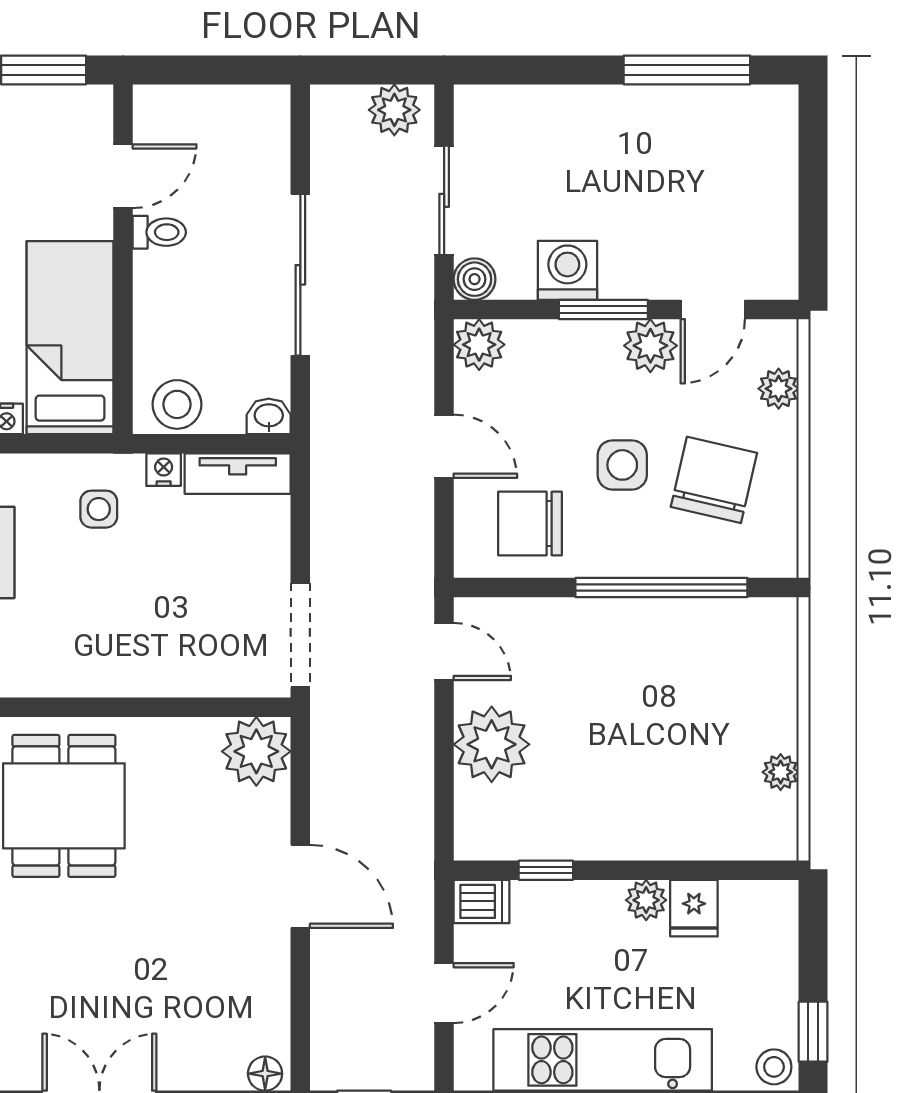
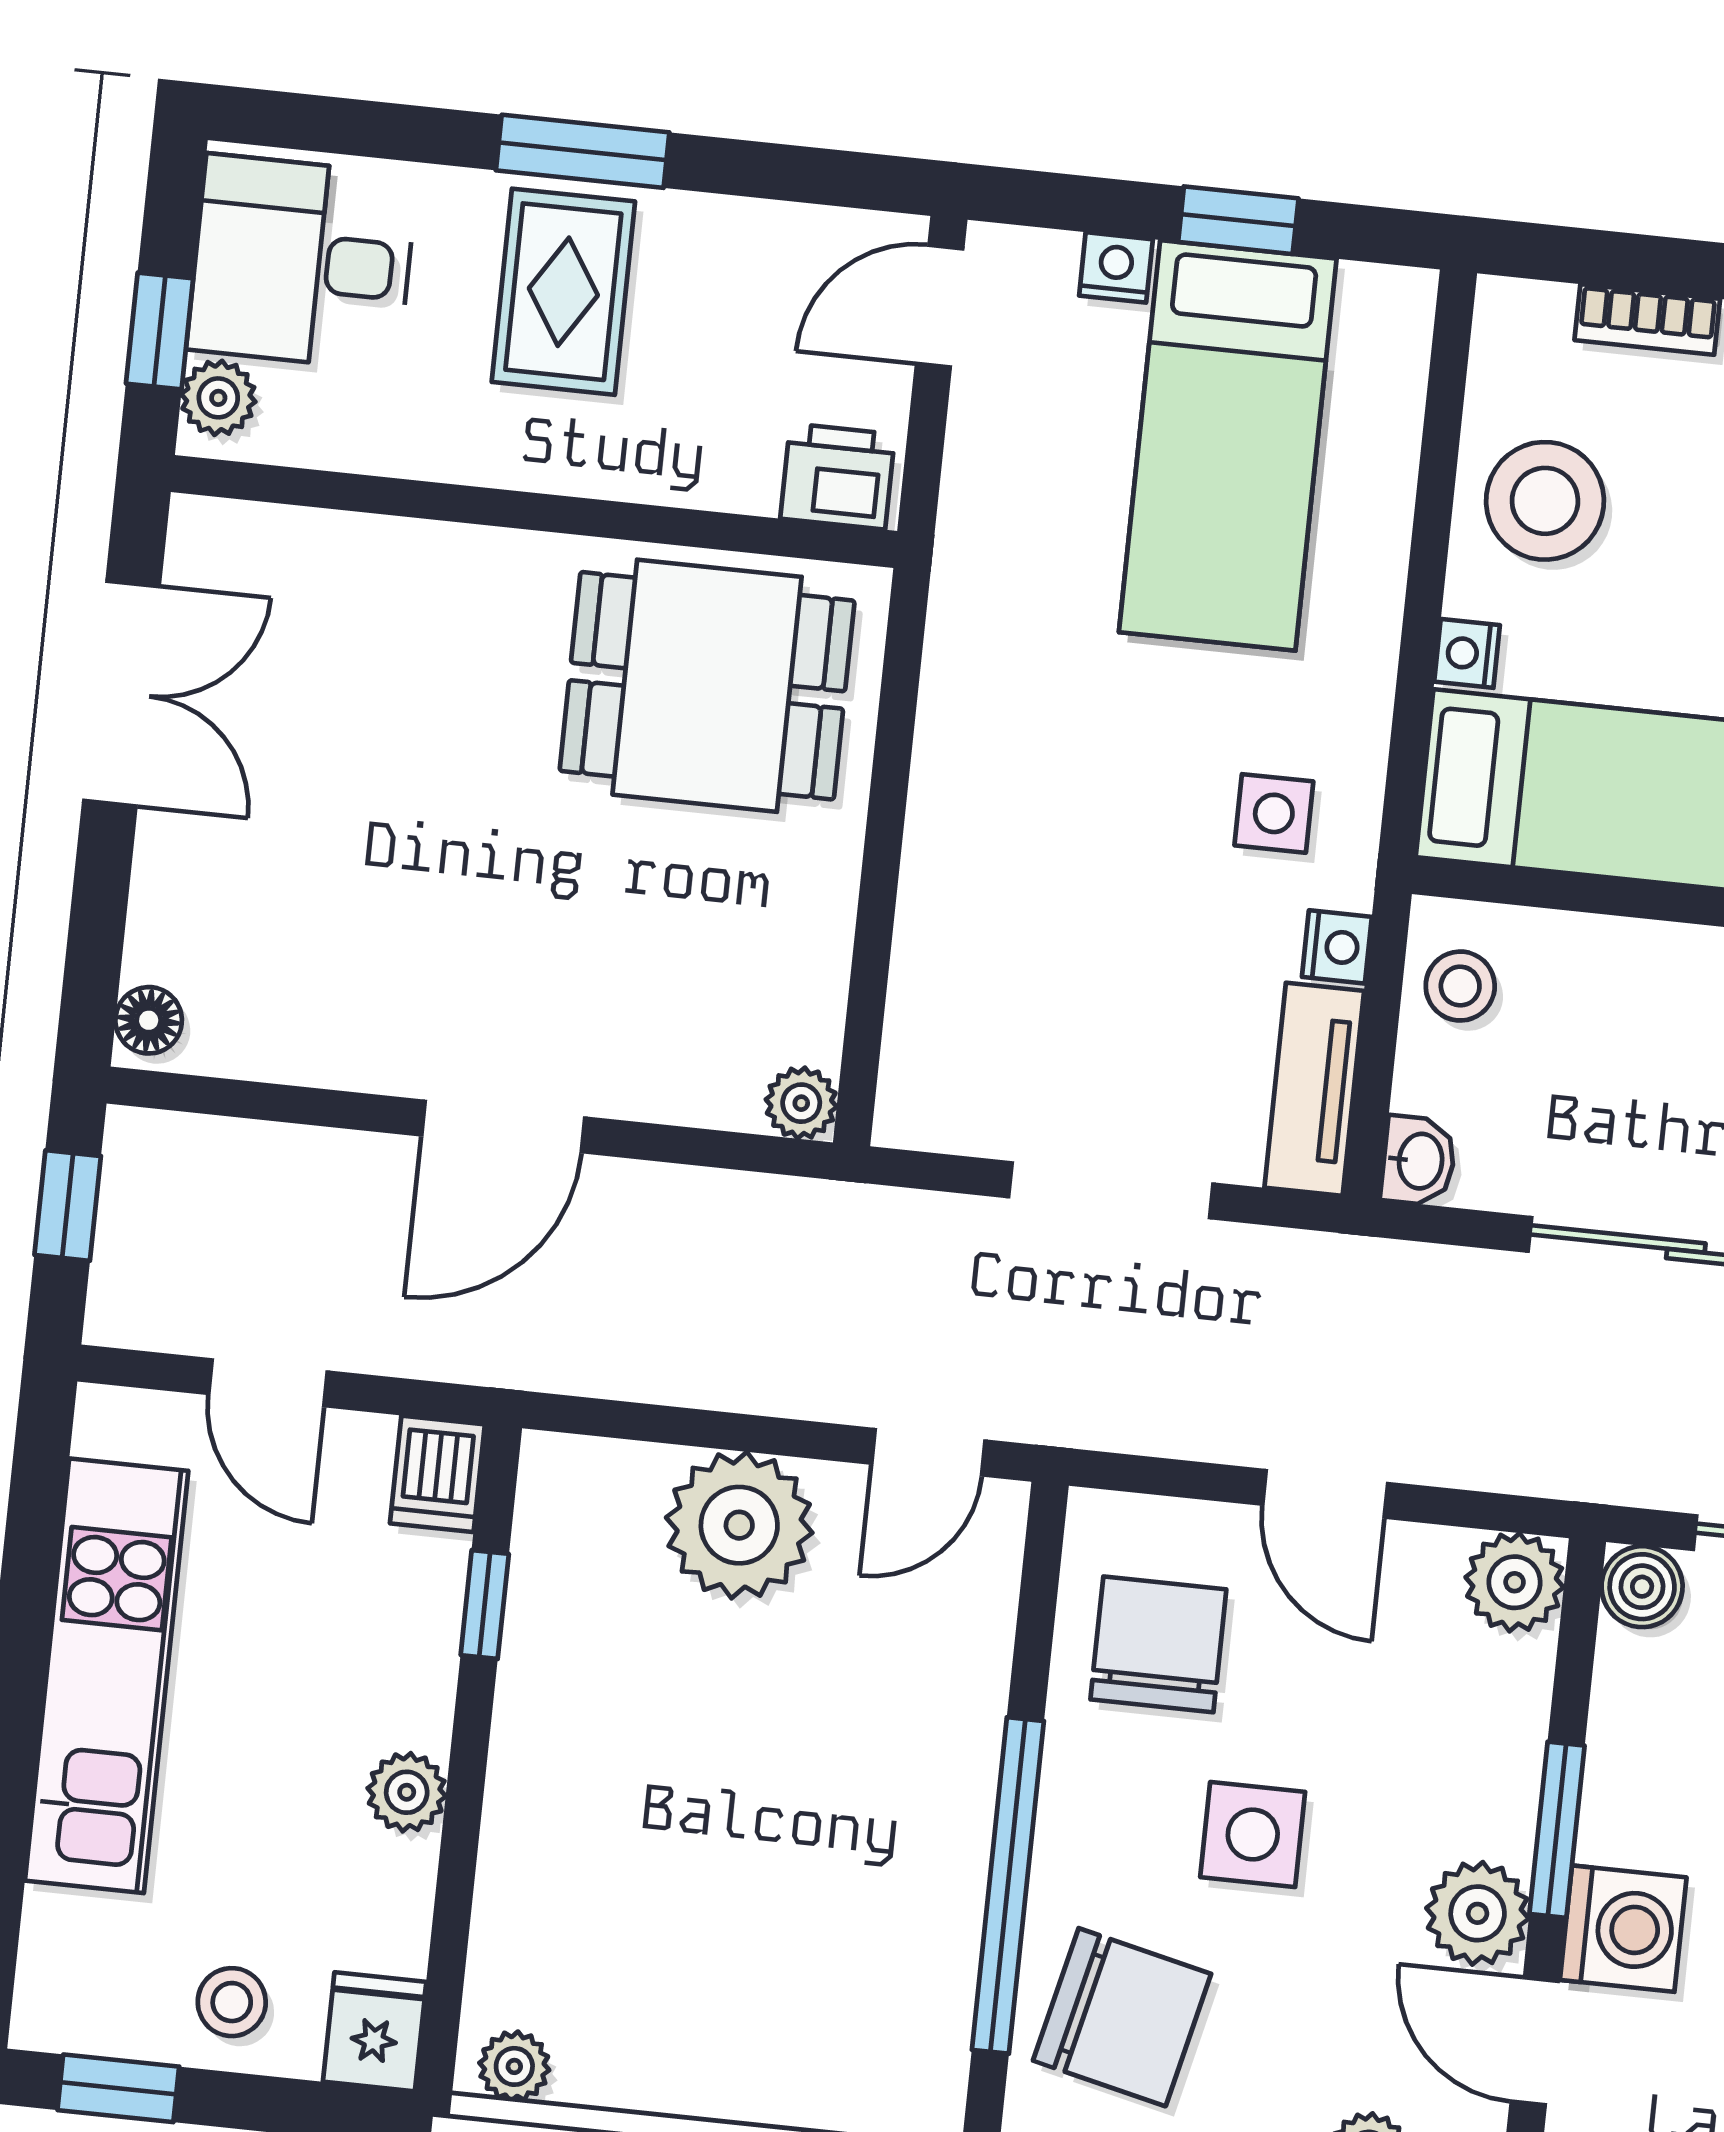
washing machine: (567, 270) -> (1623, 1929), moved
stool: (177, 404) -> (1460, 986), width x0.73, depth x0.73
door: (444, 446) -> (1325, 1494), hinge flipped
chair: (714, 480) -> (1122, 2017), moved
doorway: (300, 635) -> (1111, 1190), moved
plant: (256, 751) -> (801, 1103), width x0.53, depth x0.53
plant: (781, 772) -> (514, 2066), moved
fridge: (694, 908) -> (375, 2032), moved, turned 90
stool: (774, 1067) -> (232, 2002), moved

